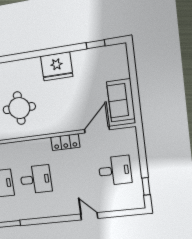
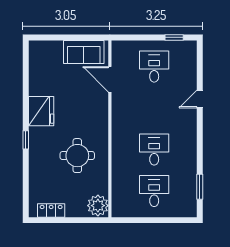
window: (96, 44) -> (26, 140), moved
locker: (65, 142) -> (119, 113), removed

